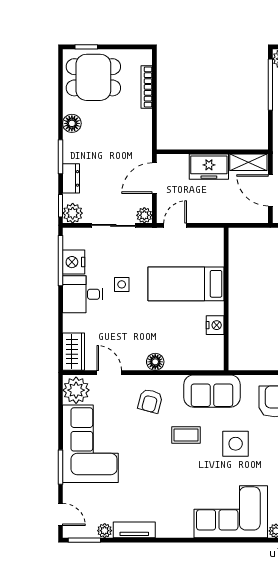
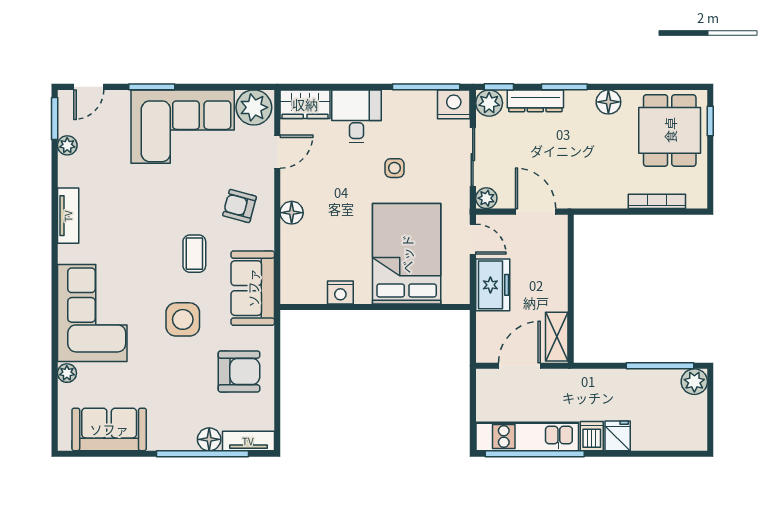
freezer: (209, 167) -> (493, 285), moved, turned 180
dresser: (71, 178) -> (535, 101), width x1.44
nightstand: (74, 262) -> (454, 104), moved
bed: (186, 284) -> (407, 254), width x1.50
desk: (83, 294) -> (357, 116), moved
tv unit: (134, 530) -> (68, 216), moved

